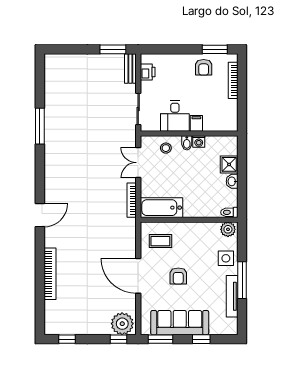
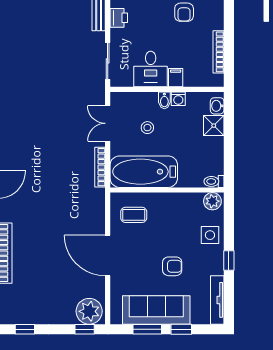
bookcase: (233, 80) -> (218, 52), moved
stool: (166, 148) -> (147, 128), moved
washbasin: (232, 181) -> (217, 106), moved
bathtub: (161, 208) -> (144, 172), width x1.36, depth x1.36
armchair: (178, 276) -> (172, 266), moved, turned -90
window: (242, 280) -> (229, 260), width x0.46
tv unit: (232, 296) -> (217, 300), moved
window: (160, 339) -> (147, 329), moved

